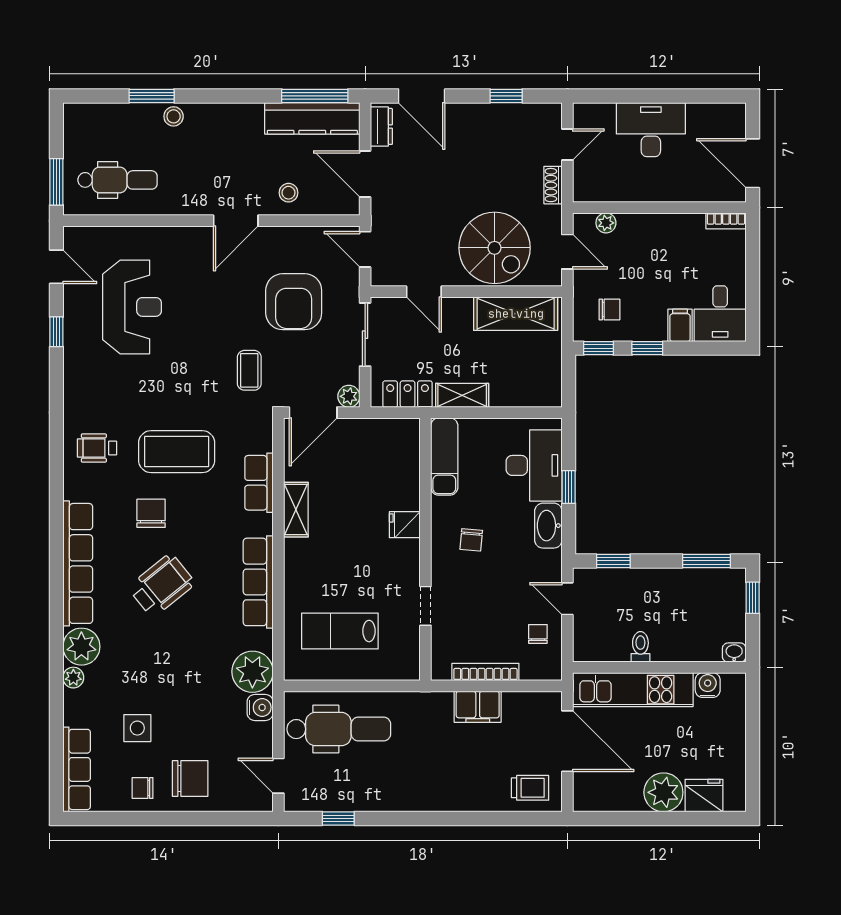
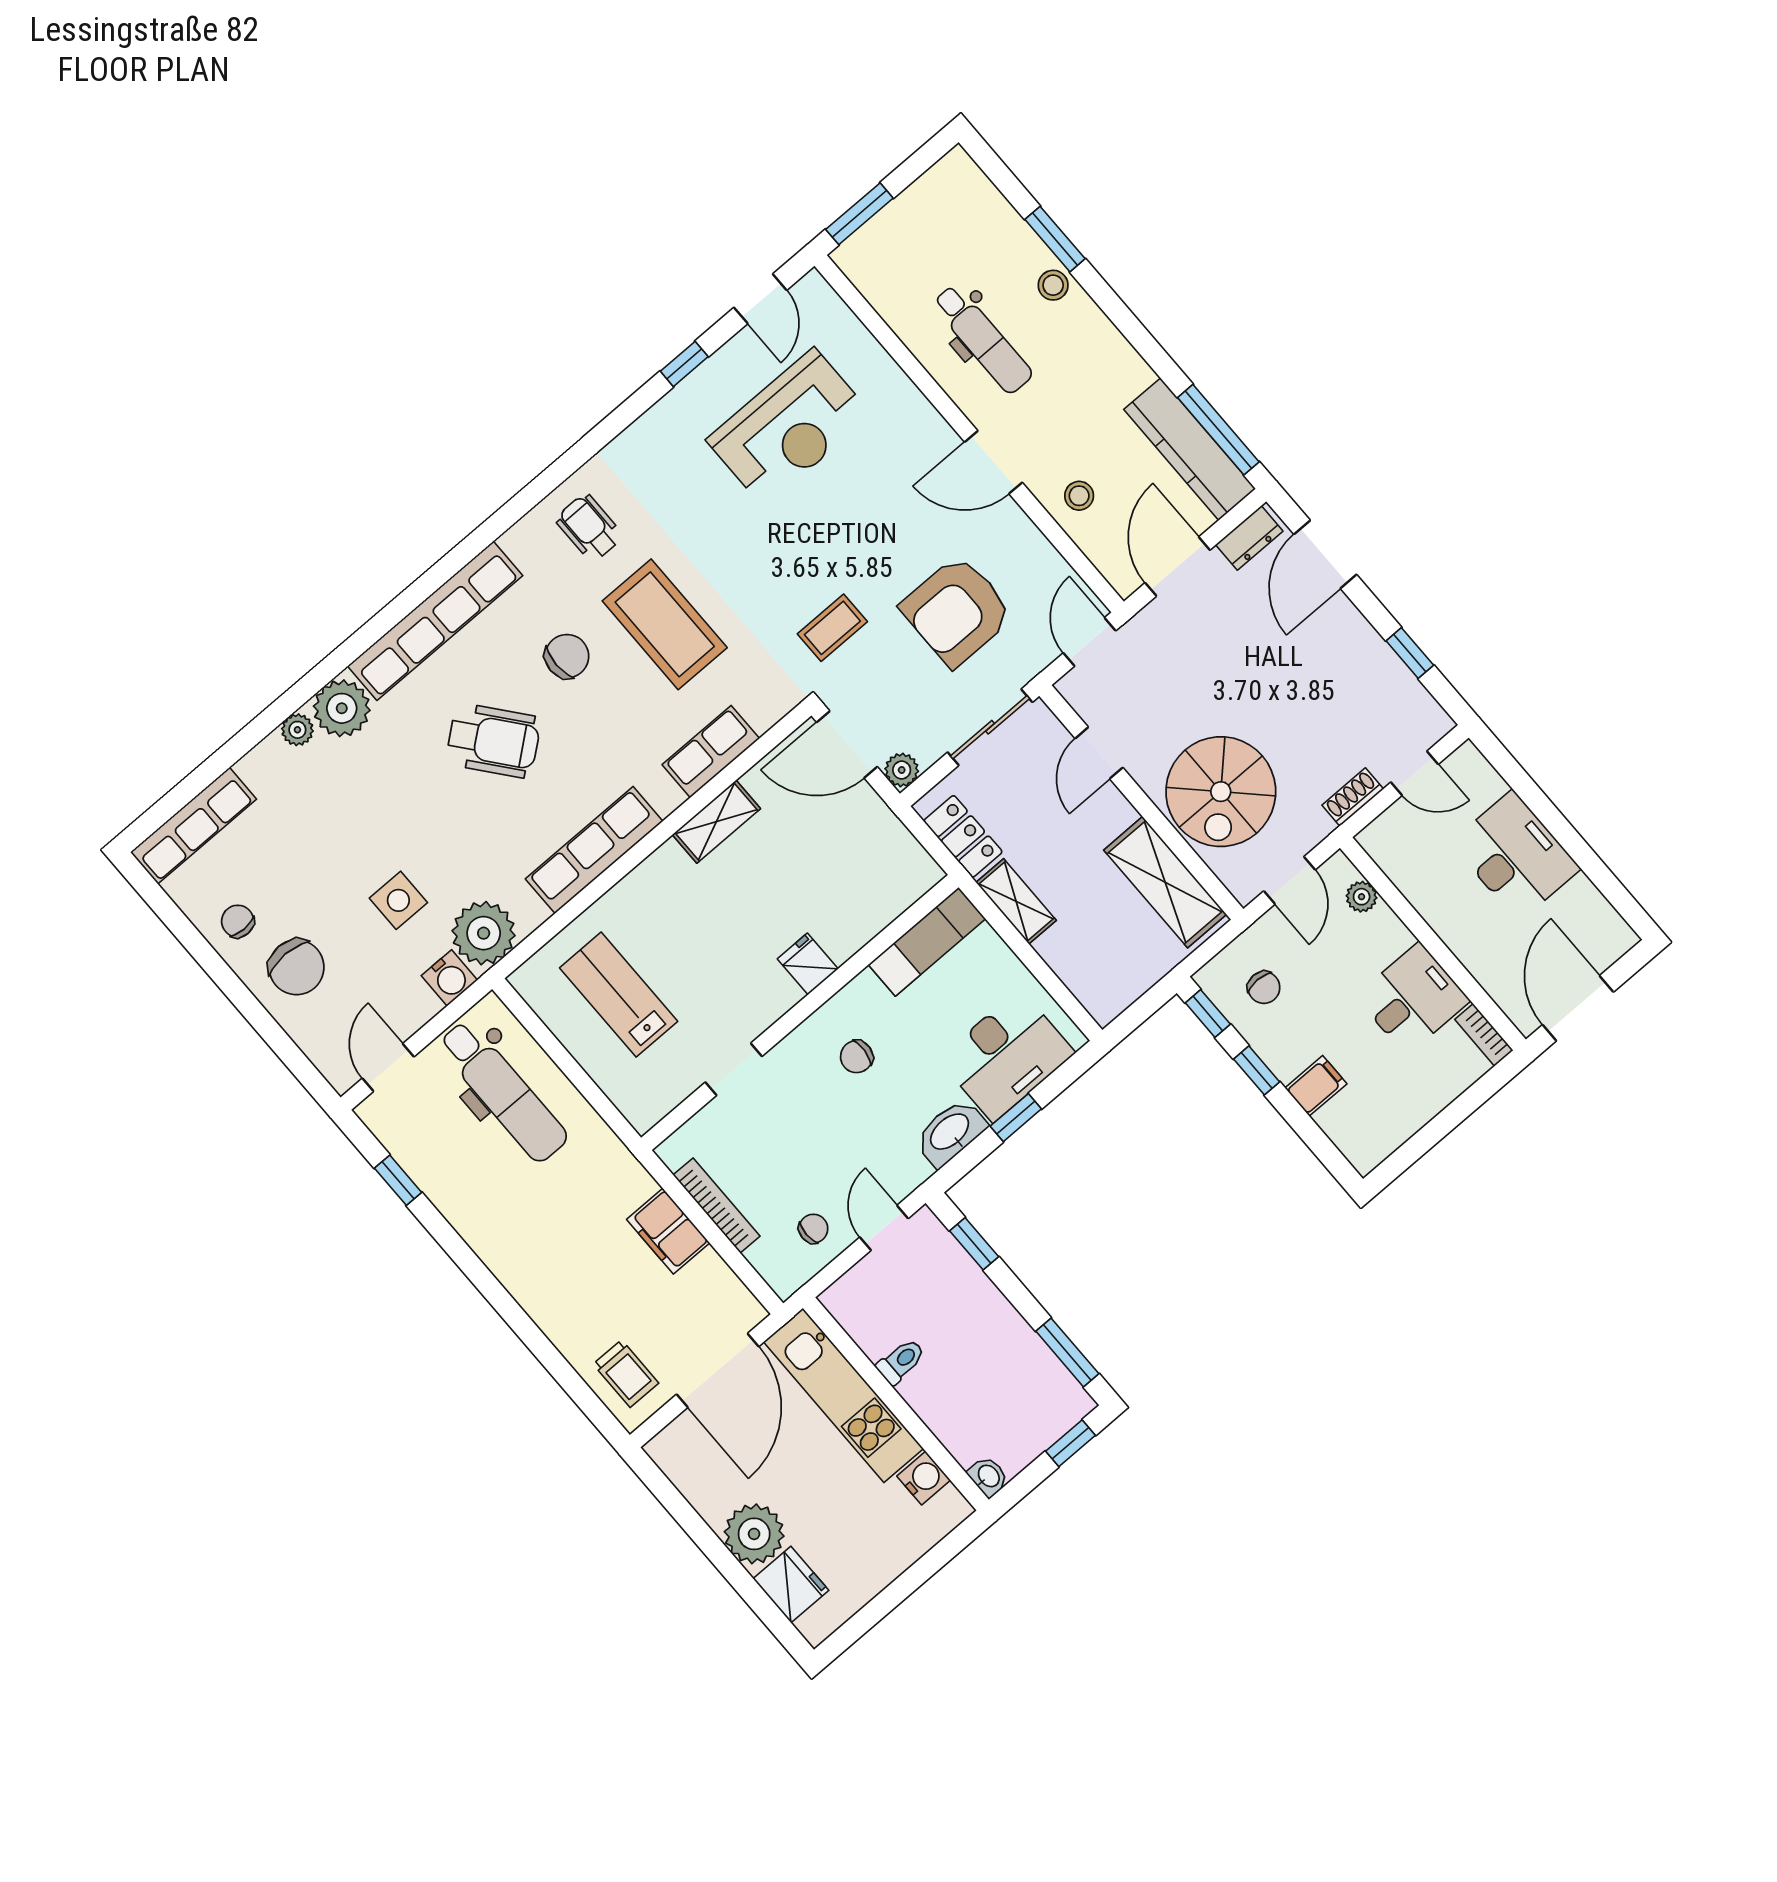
dental chair: (118, 180) -> (983, 339), moved
desk: (720, 314) -> (1413, 999), moved, turned 180
side table: (137, 728) -> (398, 900), moved

